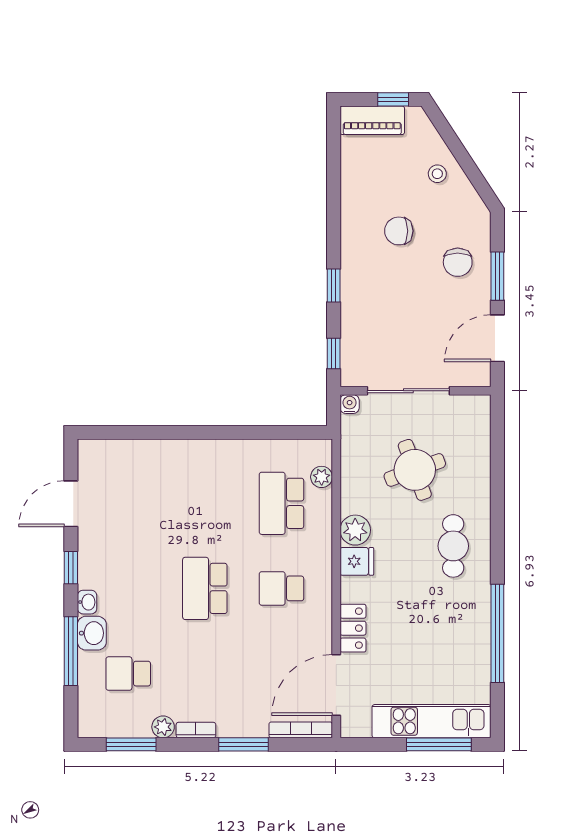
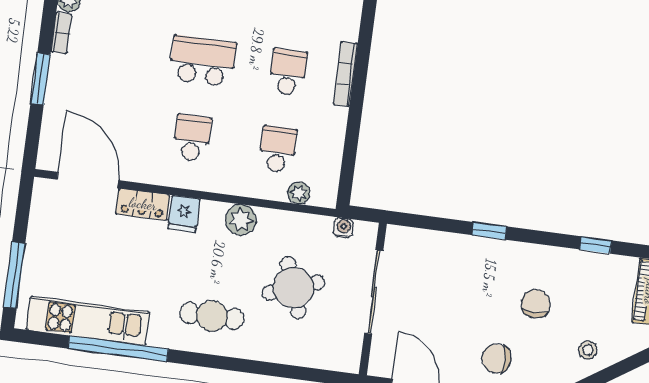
window: (334, 353) -> (596, 245), moved
water cooler: (350, 404) -> (343, 228), moved, turned -90
school desk: (205, 503) -> (288, 72), added
school desk: (281, 503) -> (278, 149), width x0.54
fridge: (357, 561) -> (184, 214), moved
kitchen unit: (432, 721) -> (88, 321), moved, turned -90
bookcase: (301, 730) -> (345, 74), moved, turned 180

